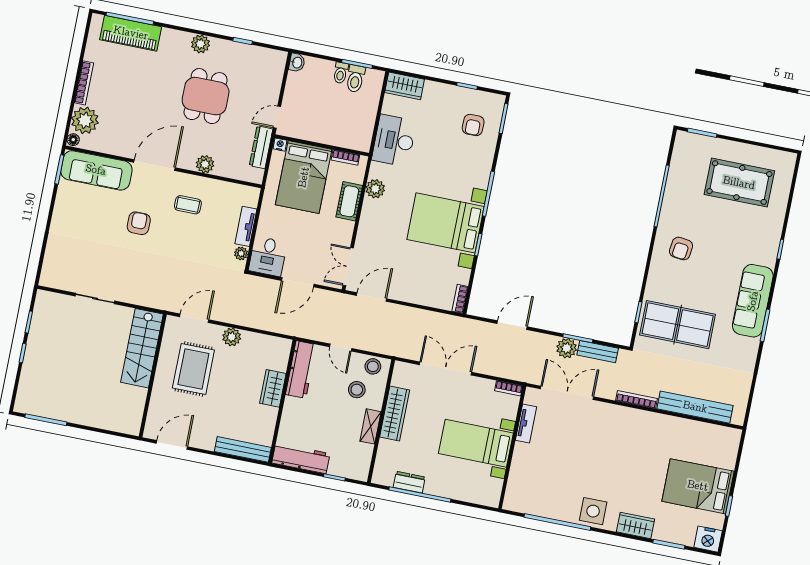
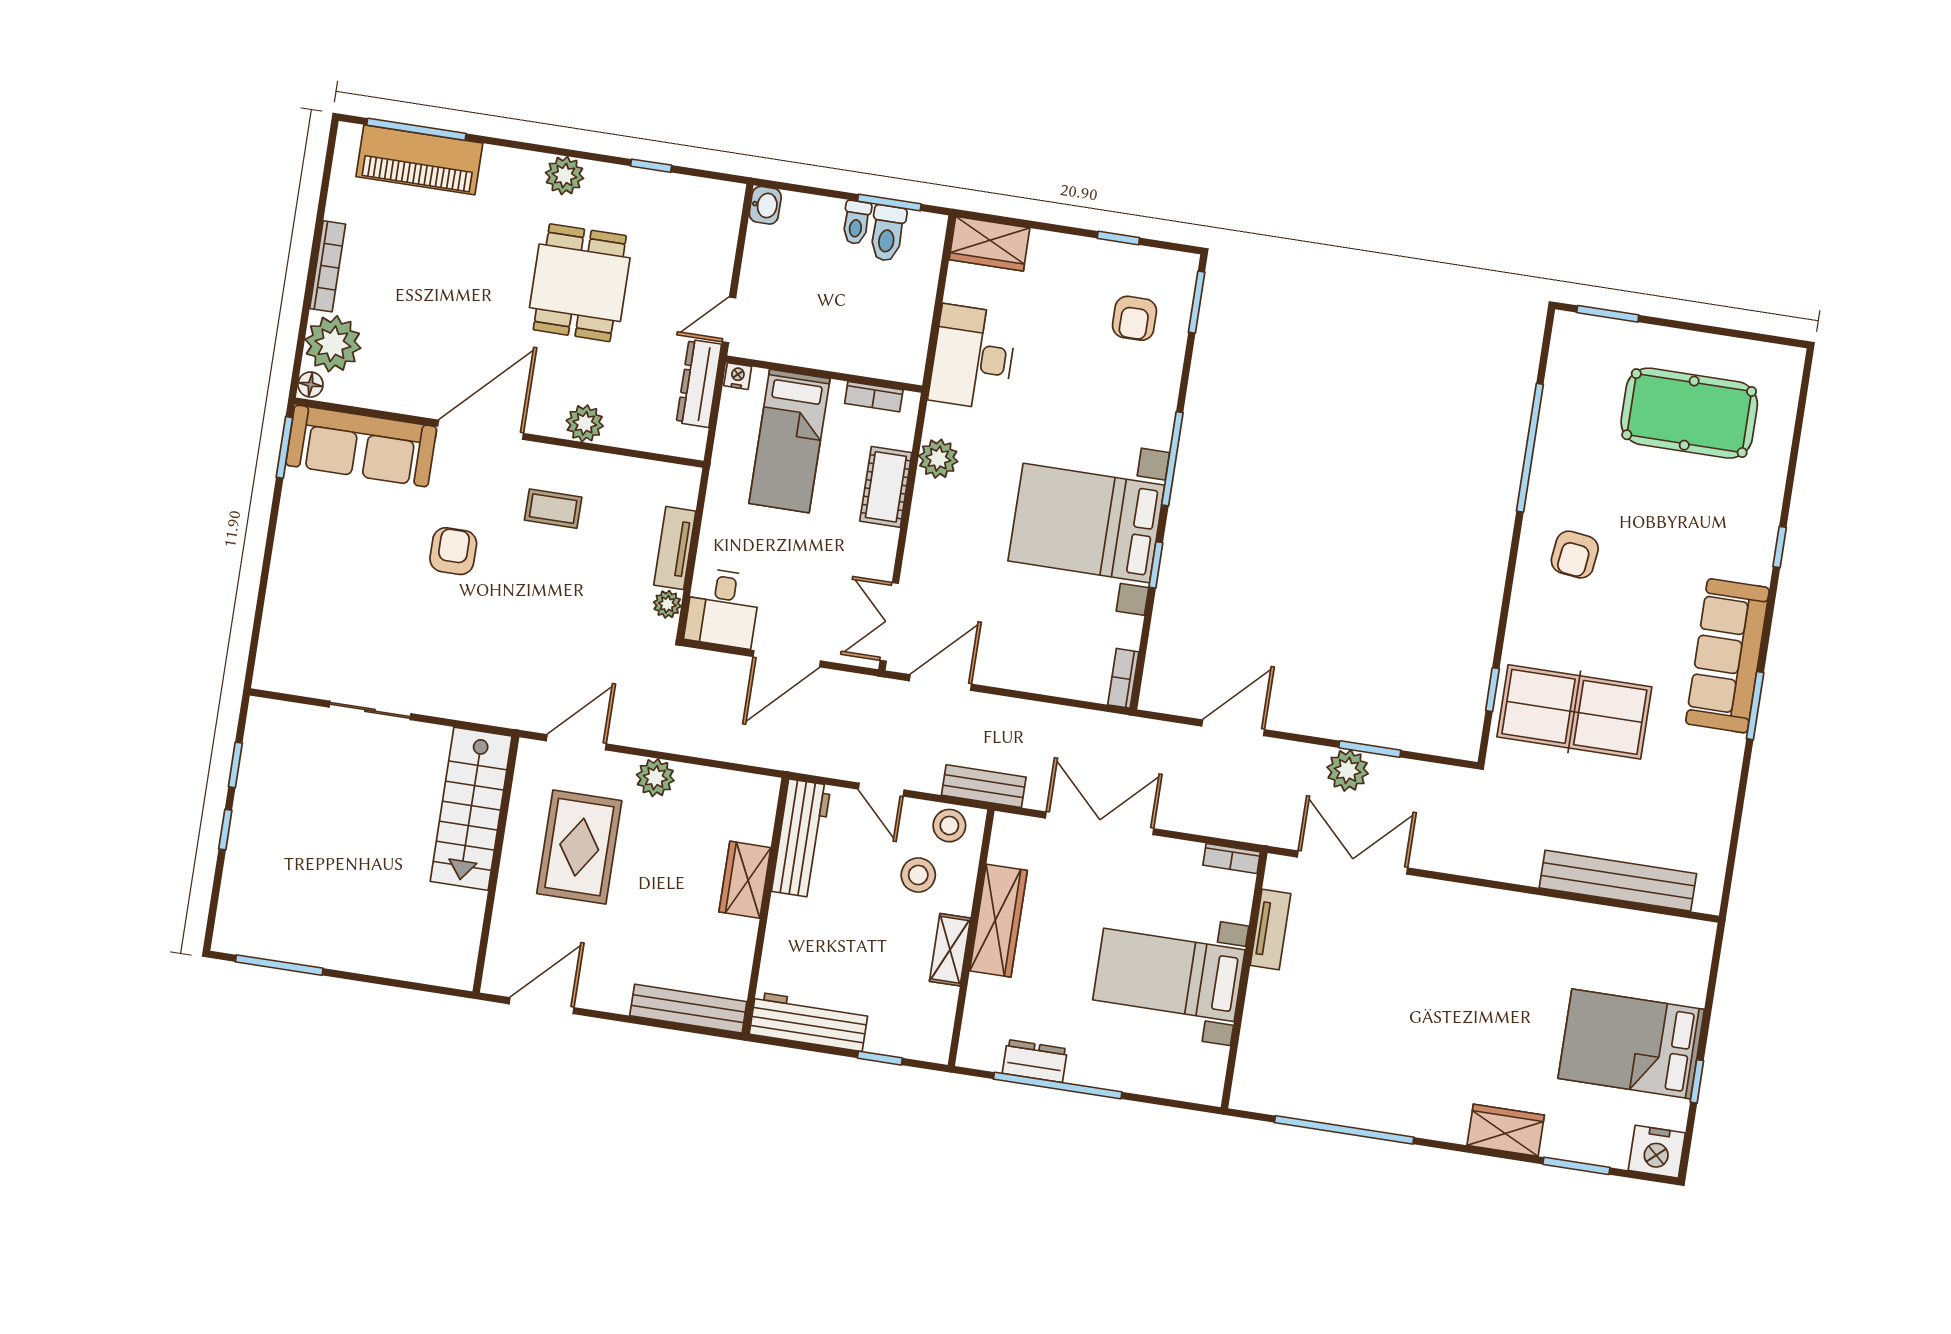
bed: (304, 177) -> (789, 441), width x0.67
bench: (598, 352) -> (984, 786), moved
bookcase: (637, 400) -> (1496, 870), removed
side table: (593, 511) -> (1417, 1104), removed

